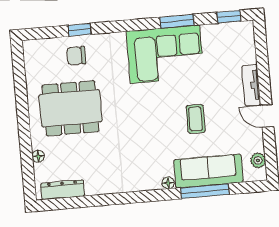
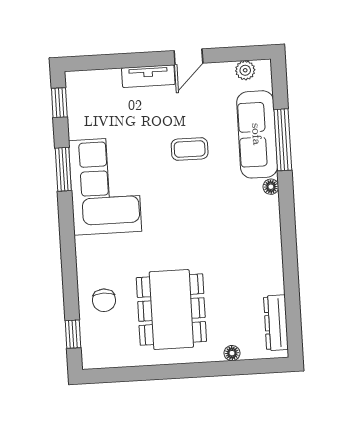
window: (80, 30) -> (73, 334), moved

